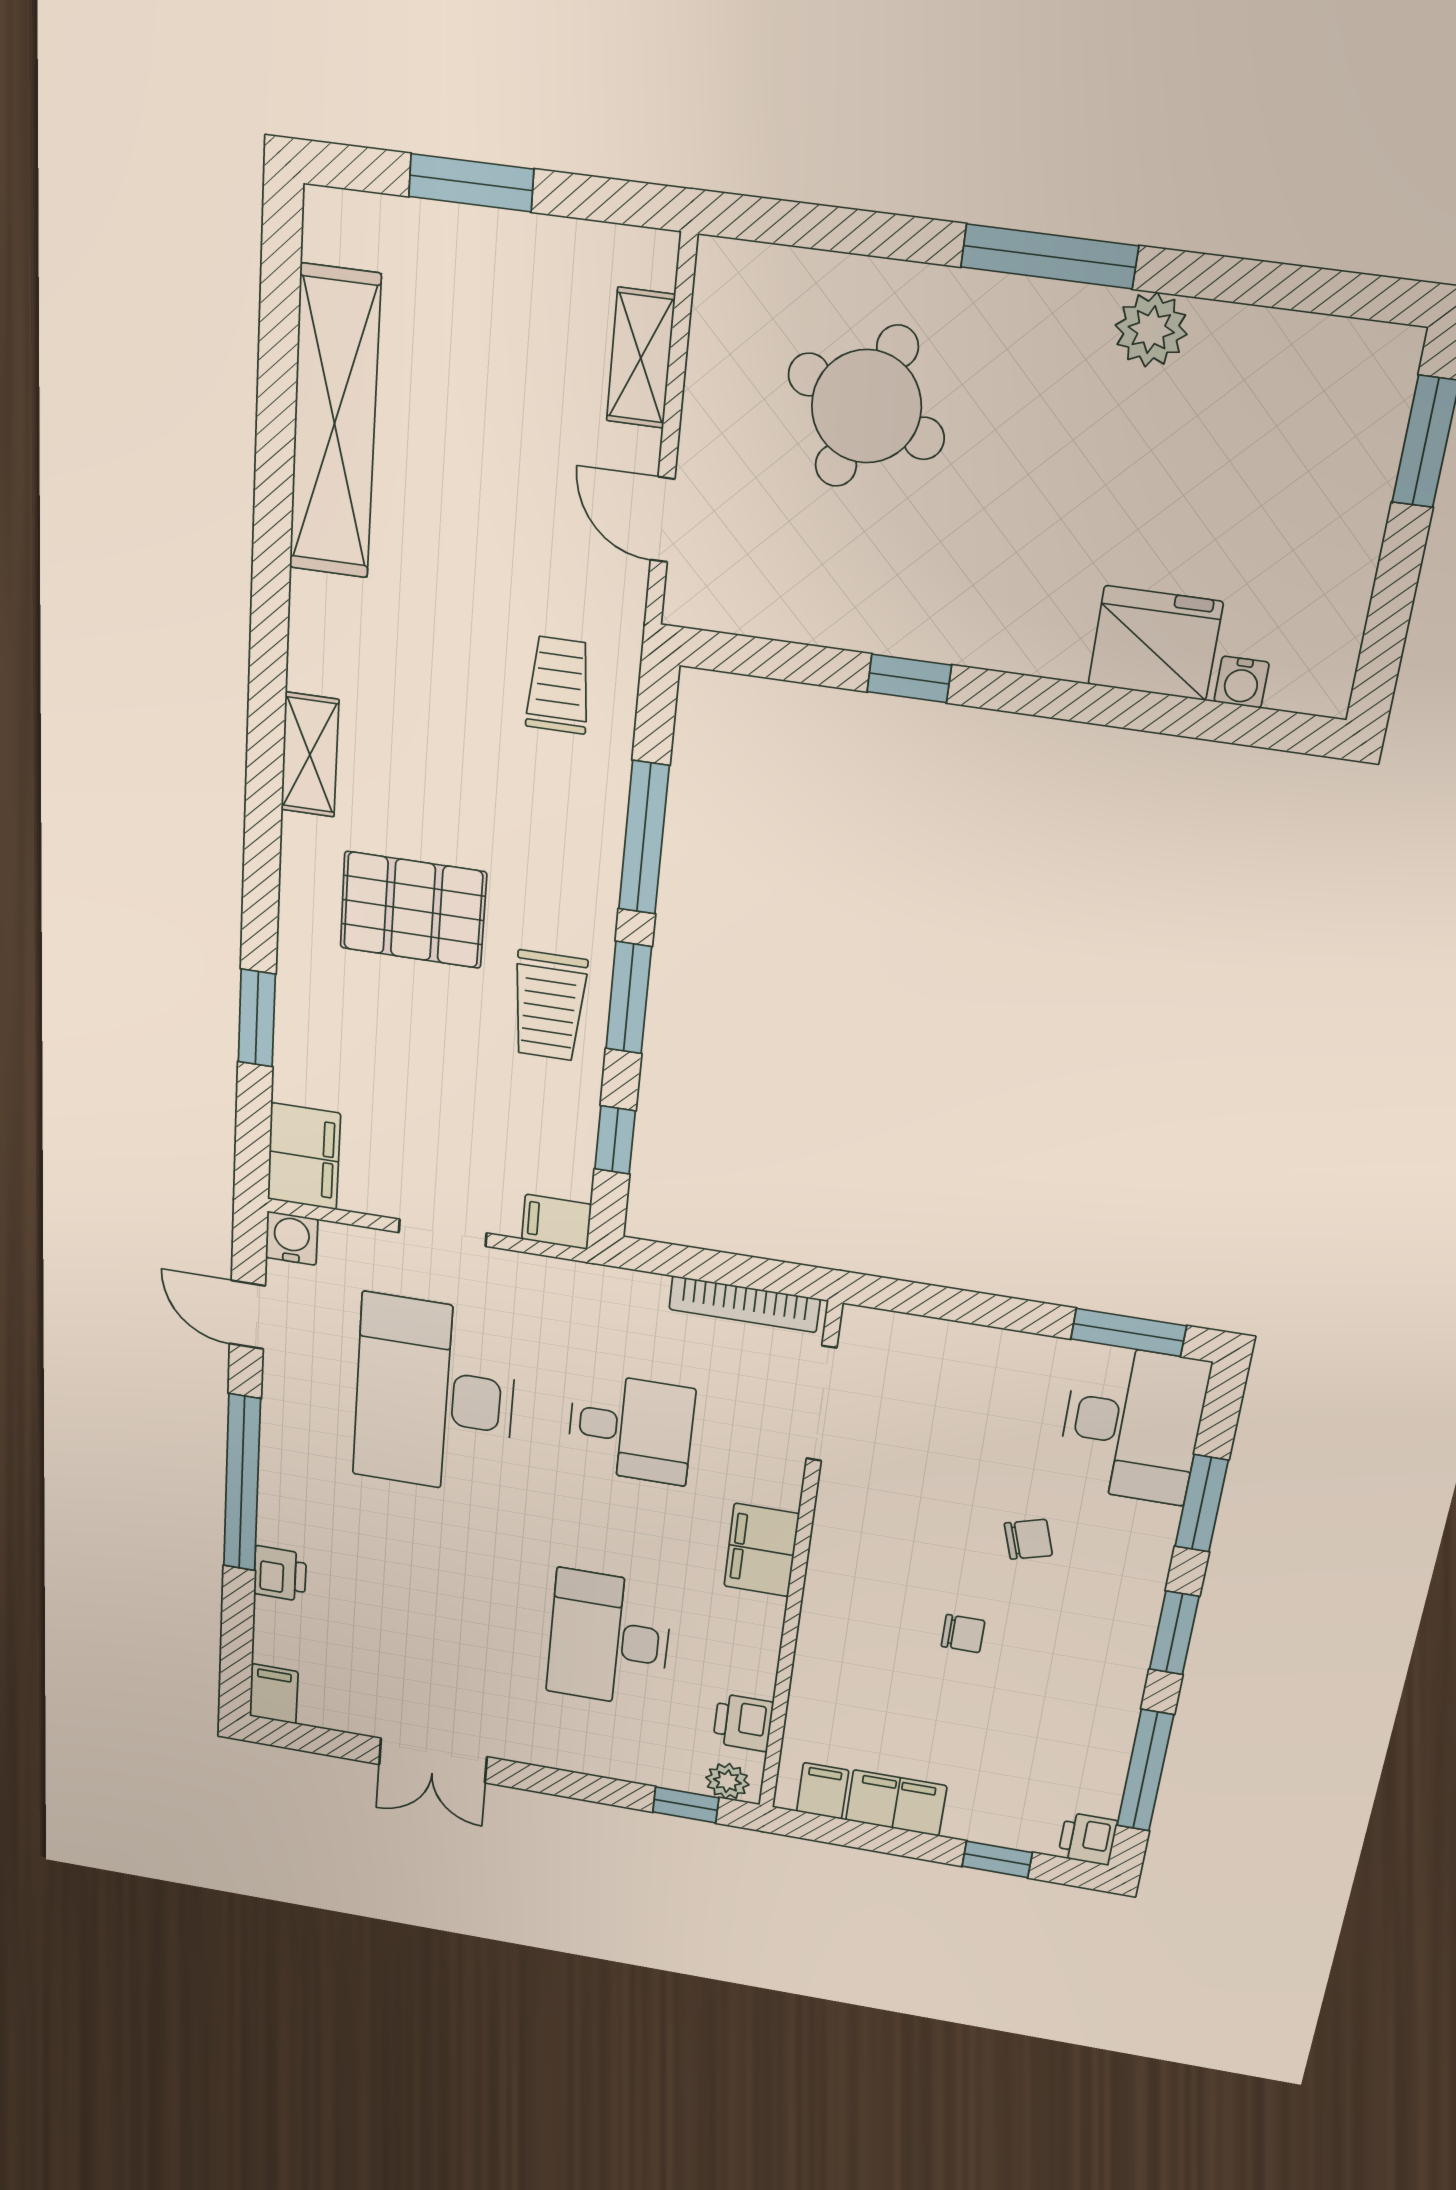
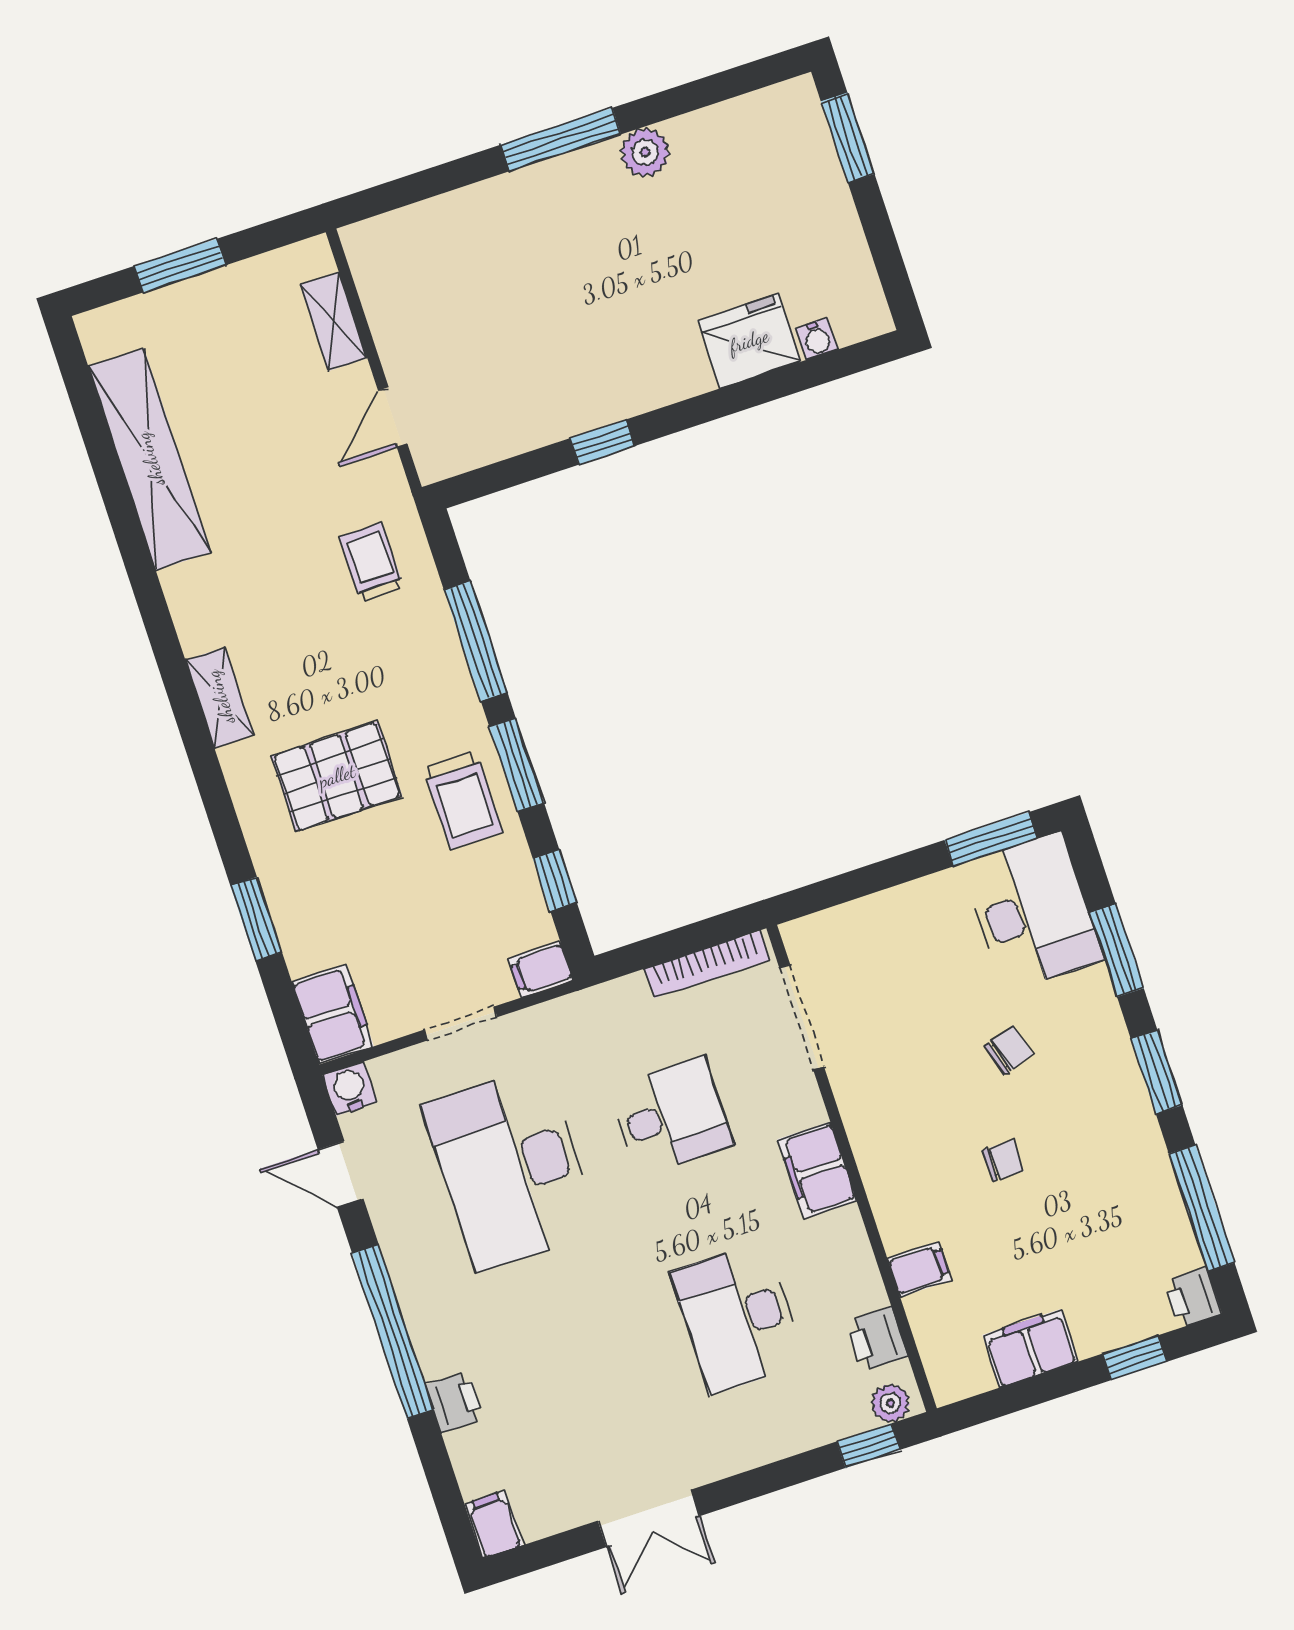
round table: (866, 406) -> (491, 282), removed
door: (663, 520) -> (393, 417), hinge flipped
filing cabinet: (823, 1791) -> (919, 1269), moved, turned 90

